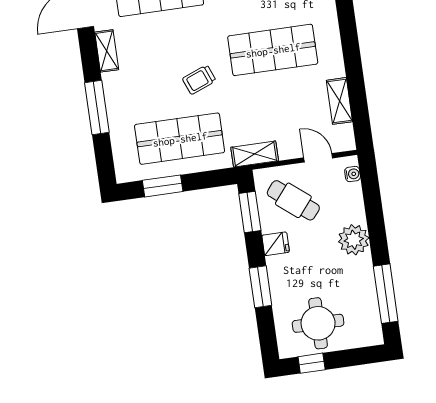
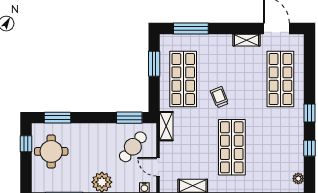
window: (97, 108) -> (191, 29), moved
door: (318, 158) -> (158, 167), swing flipped
fridge: (276, 244) -> (106, 131), removed
window: (260, 287) -> (57, 118), moved

